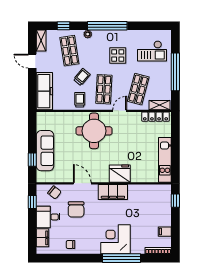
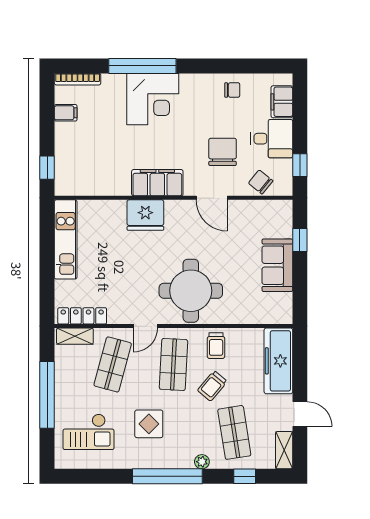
checkout: (152, 51) -> (88, 432), turned 180
sofa: (45, 151) -> (277, 265), width x0.73

